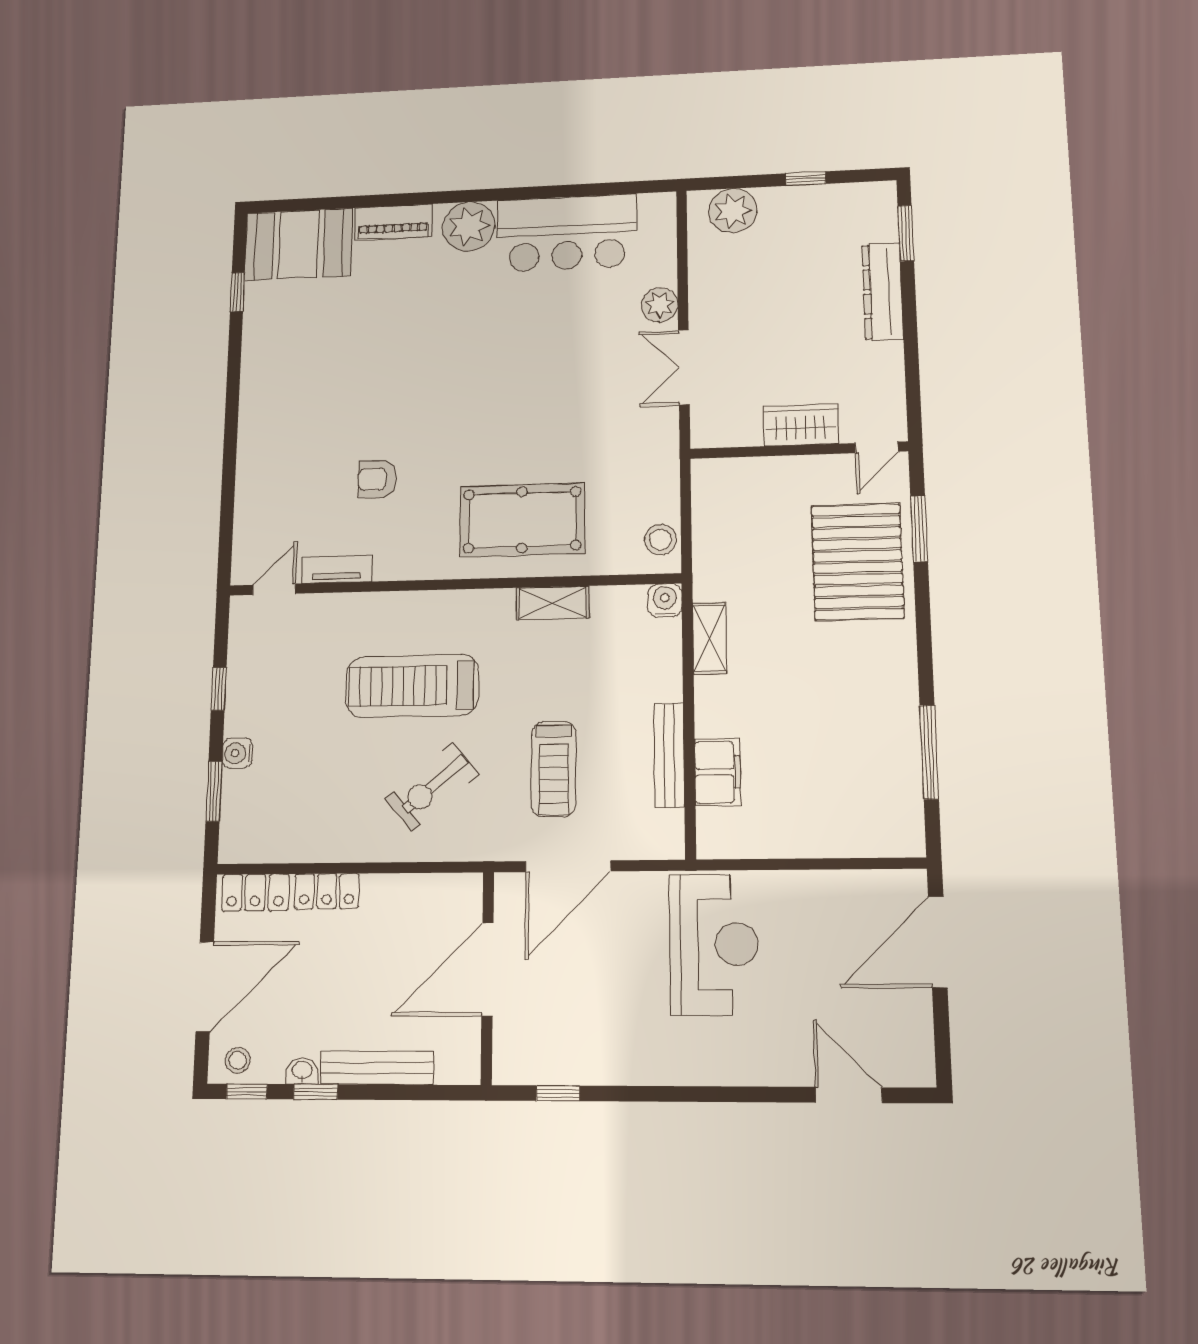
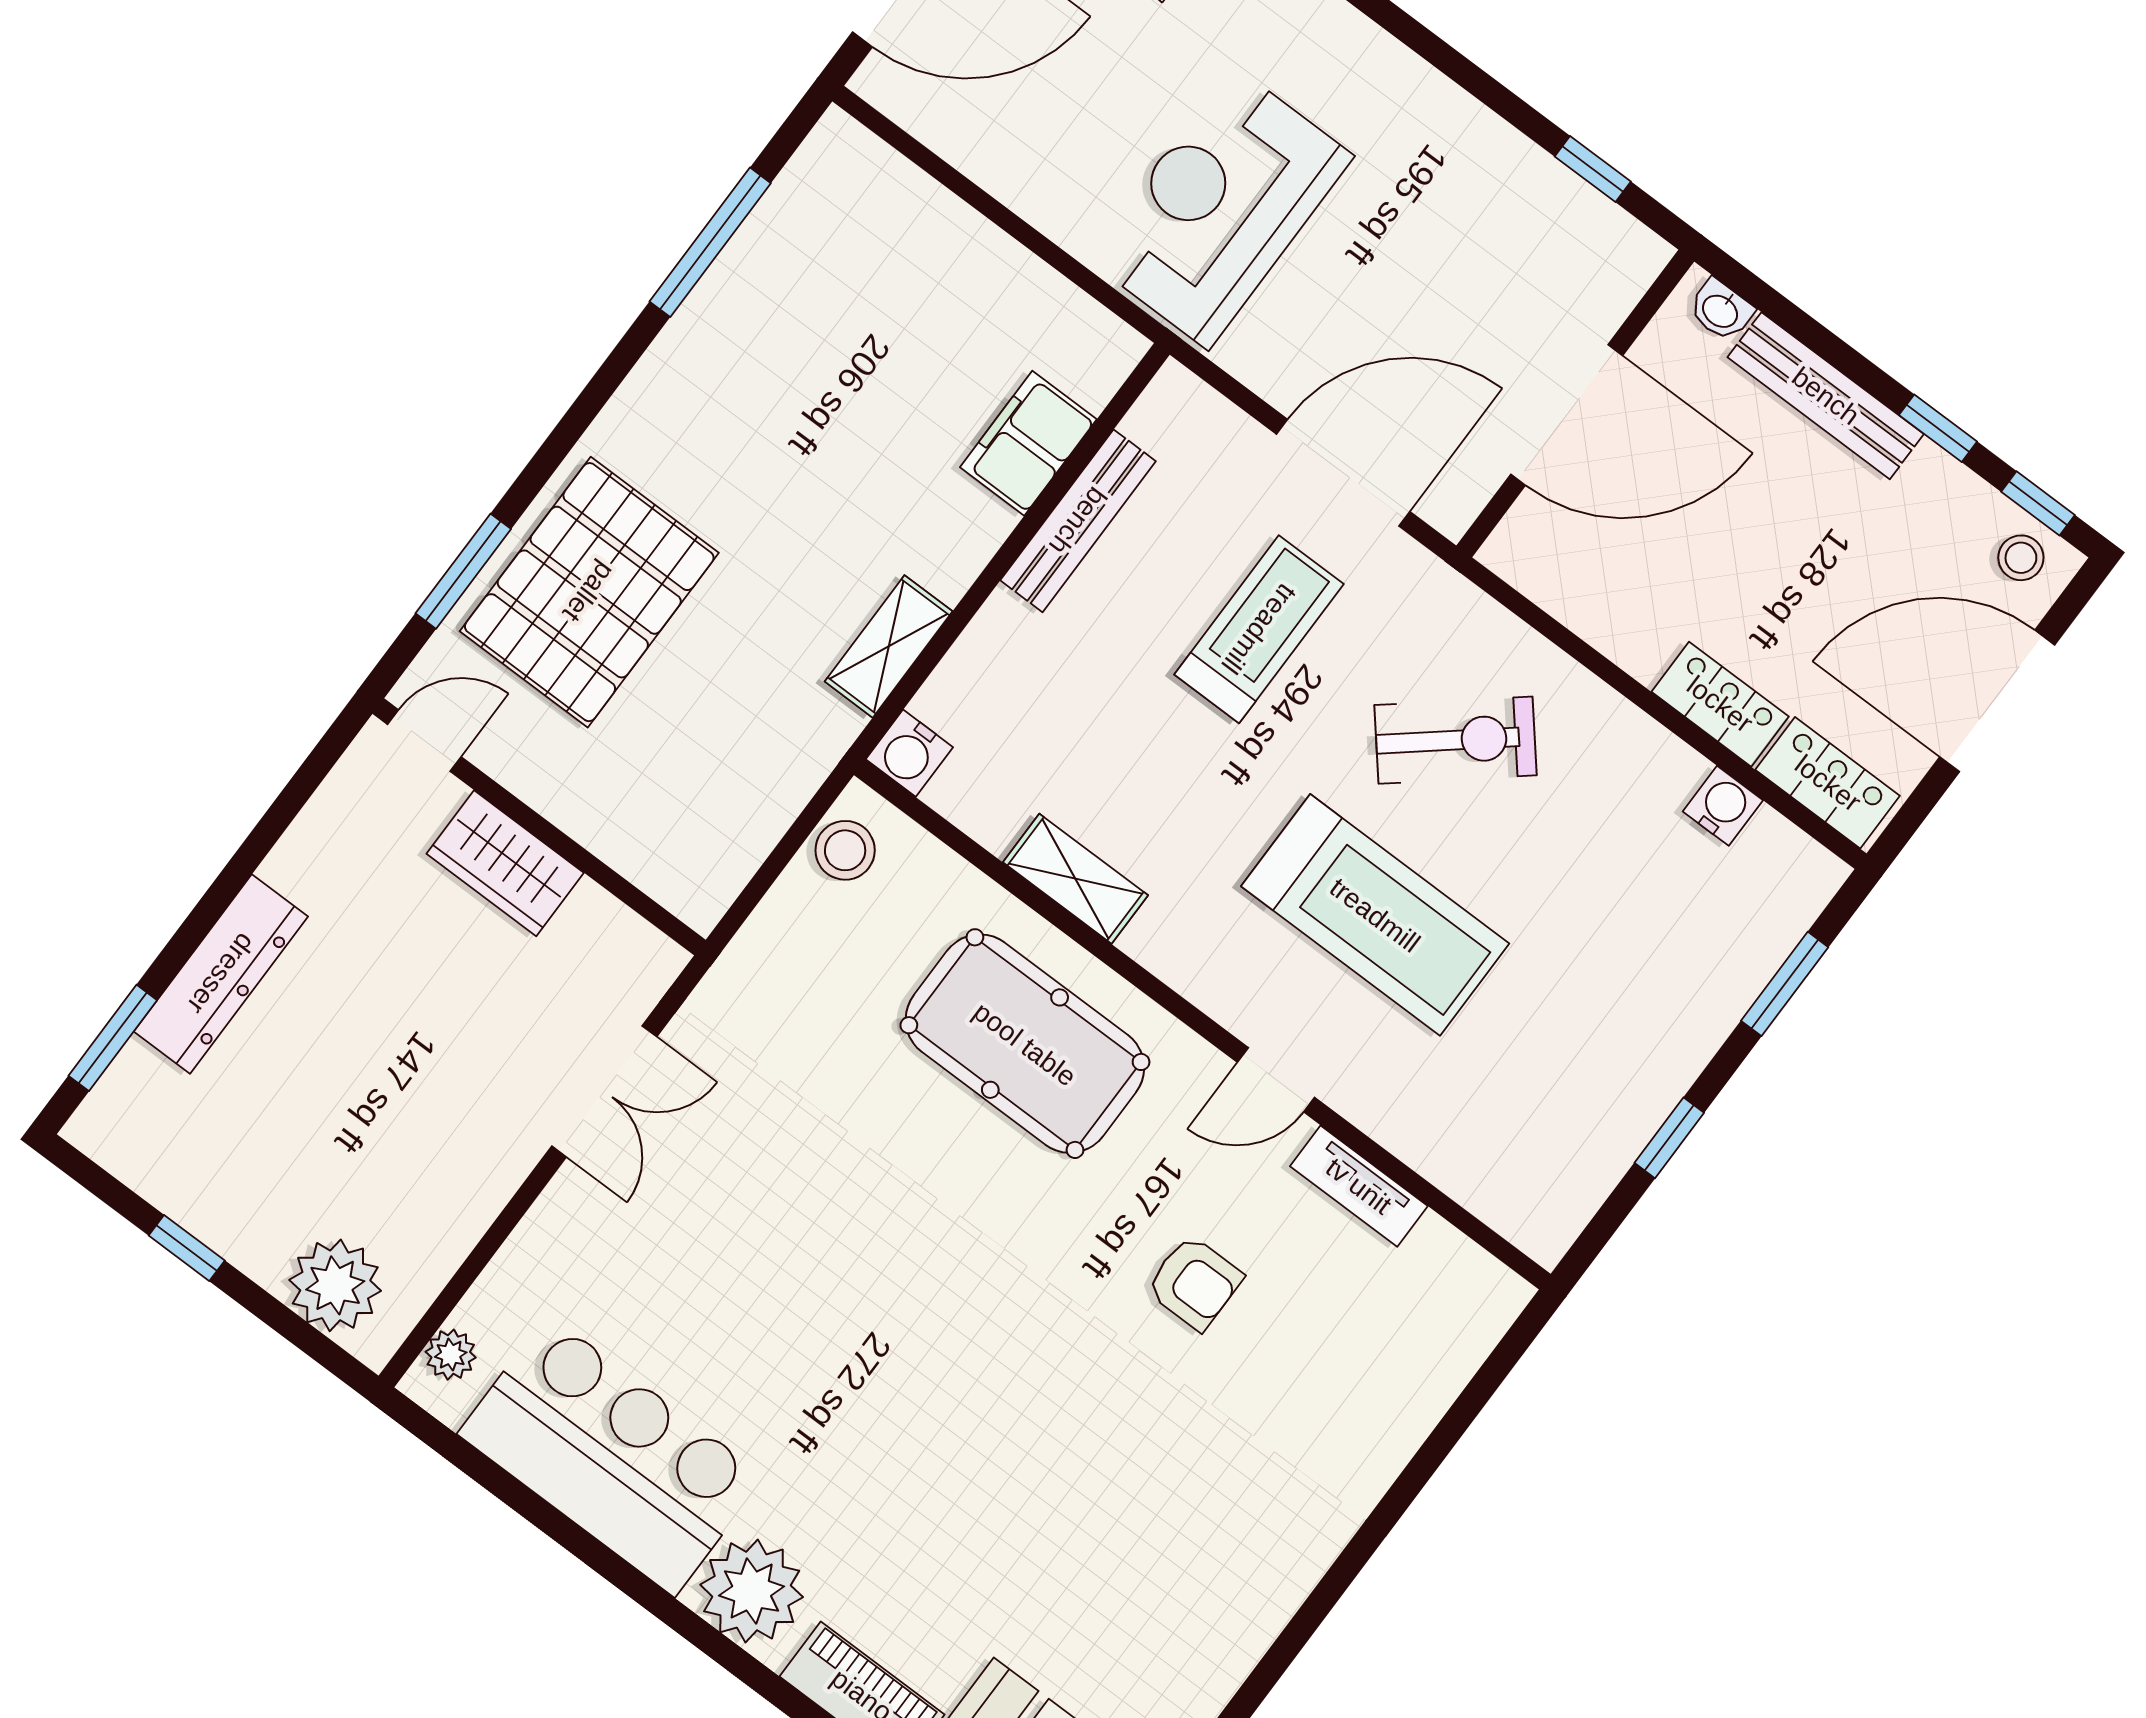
plant: (660, 305) -> (451, 1355), moved, width x0.73, depth x0.73
door: (274, 589) -> (1276, 1080), moved
water cooler: (237, 753) -> (1723, 806), moved, turned -90
washbasin: (302, 1071) -> (1721, 310), moved

